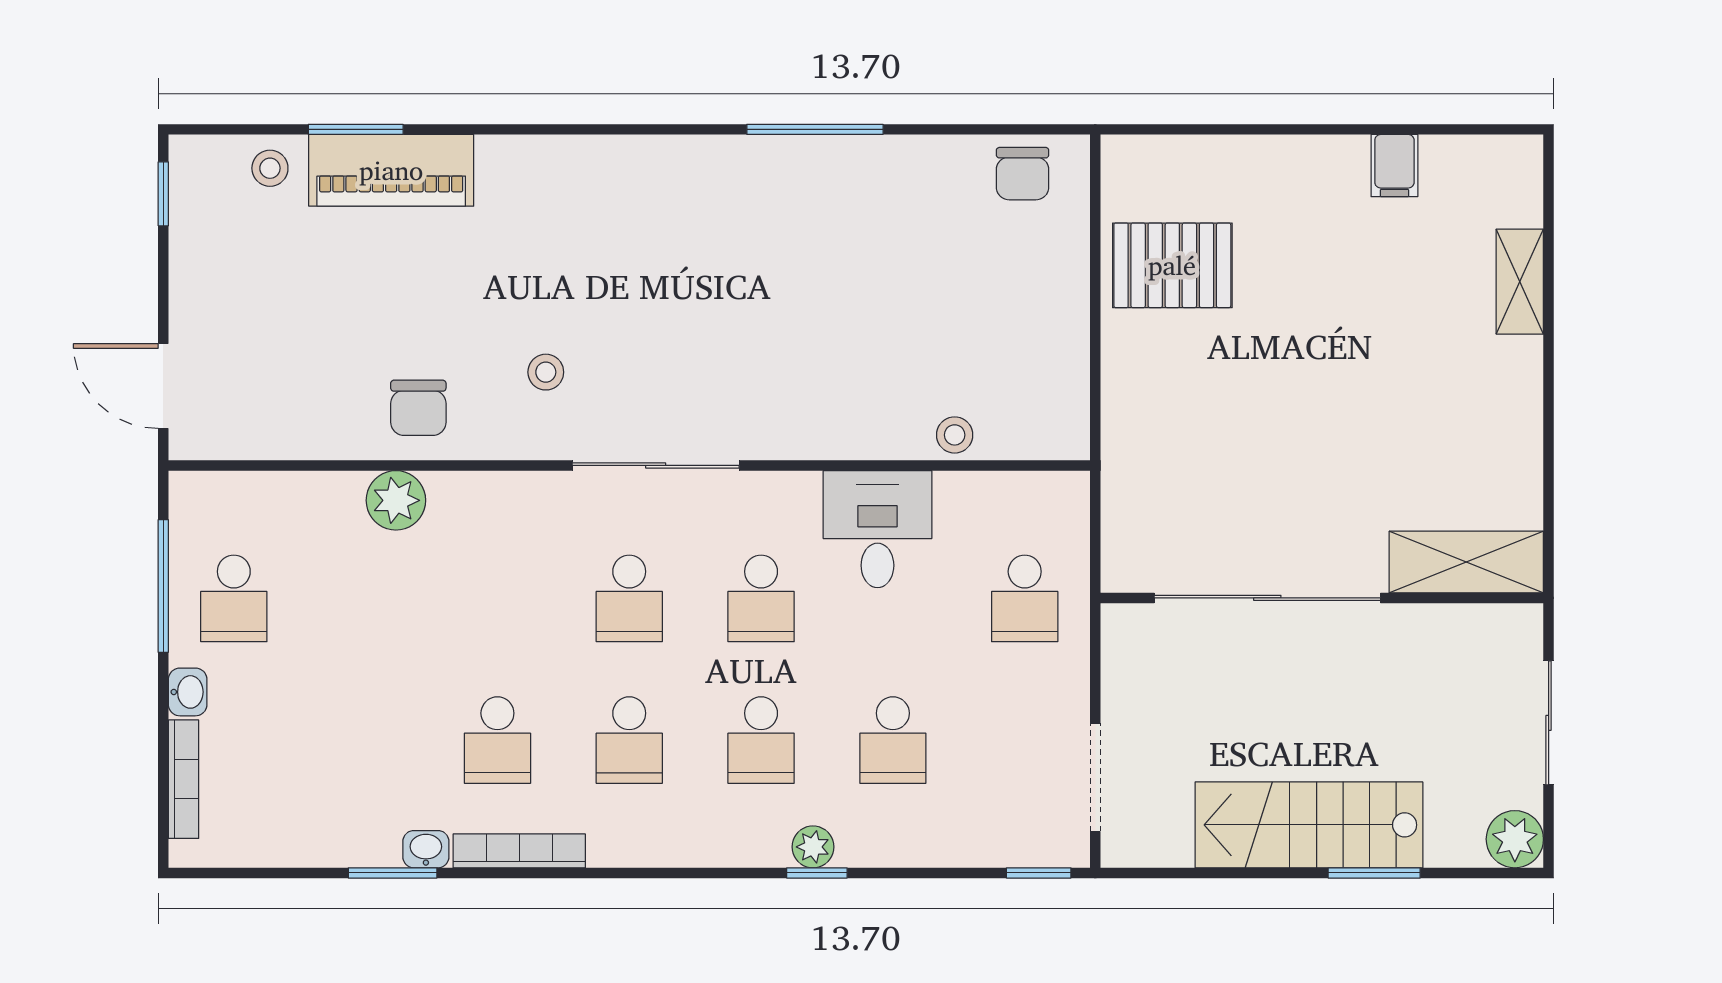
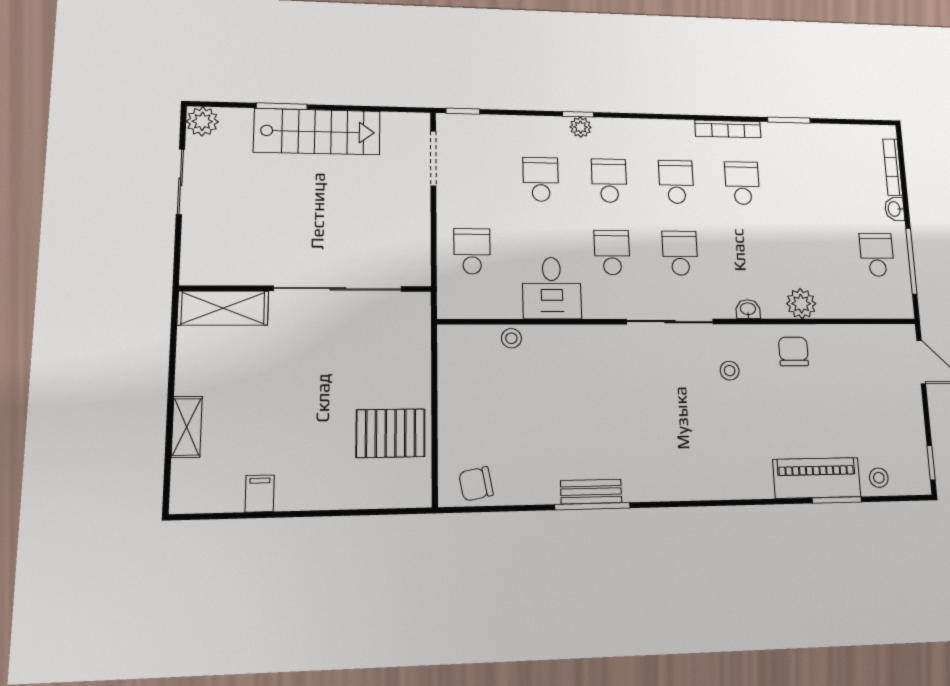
bench: (816, 155) -> (591, 492), added
chair: (1023, 174) -> (476, 484), turned -101
shelving: (1466, 562) -> (223, 308), moved
sliding door: (1267, 598) -> (338, 289), moved
wall: (1322, 598) -> (307, 289), moved
washbasin: (426, 849) -> (748, 309), moved, turned 180

